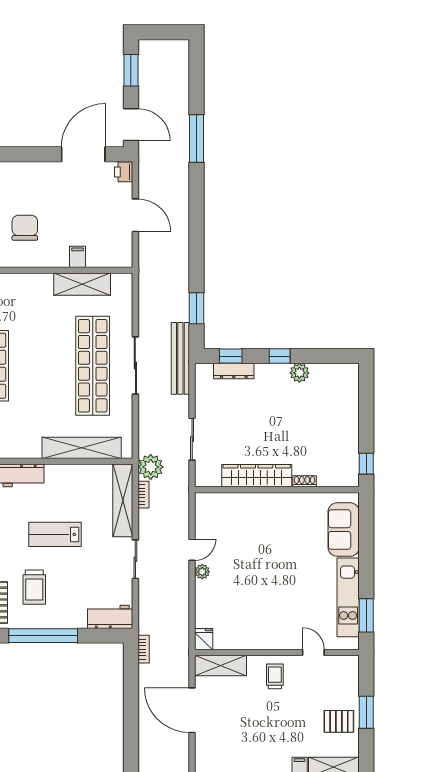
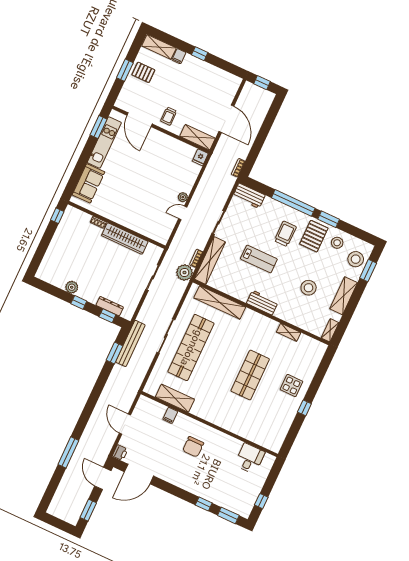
bench: (180, 358) -> (130, 343), moved
door: (313, 652) -> (140, 120), width x1.88

